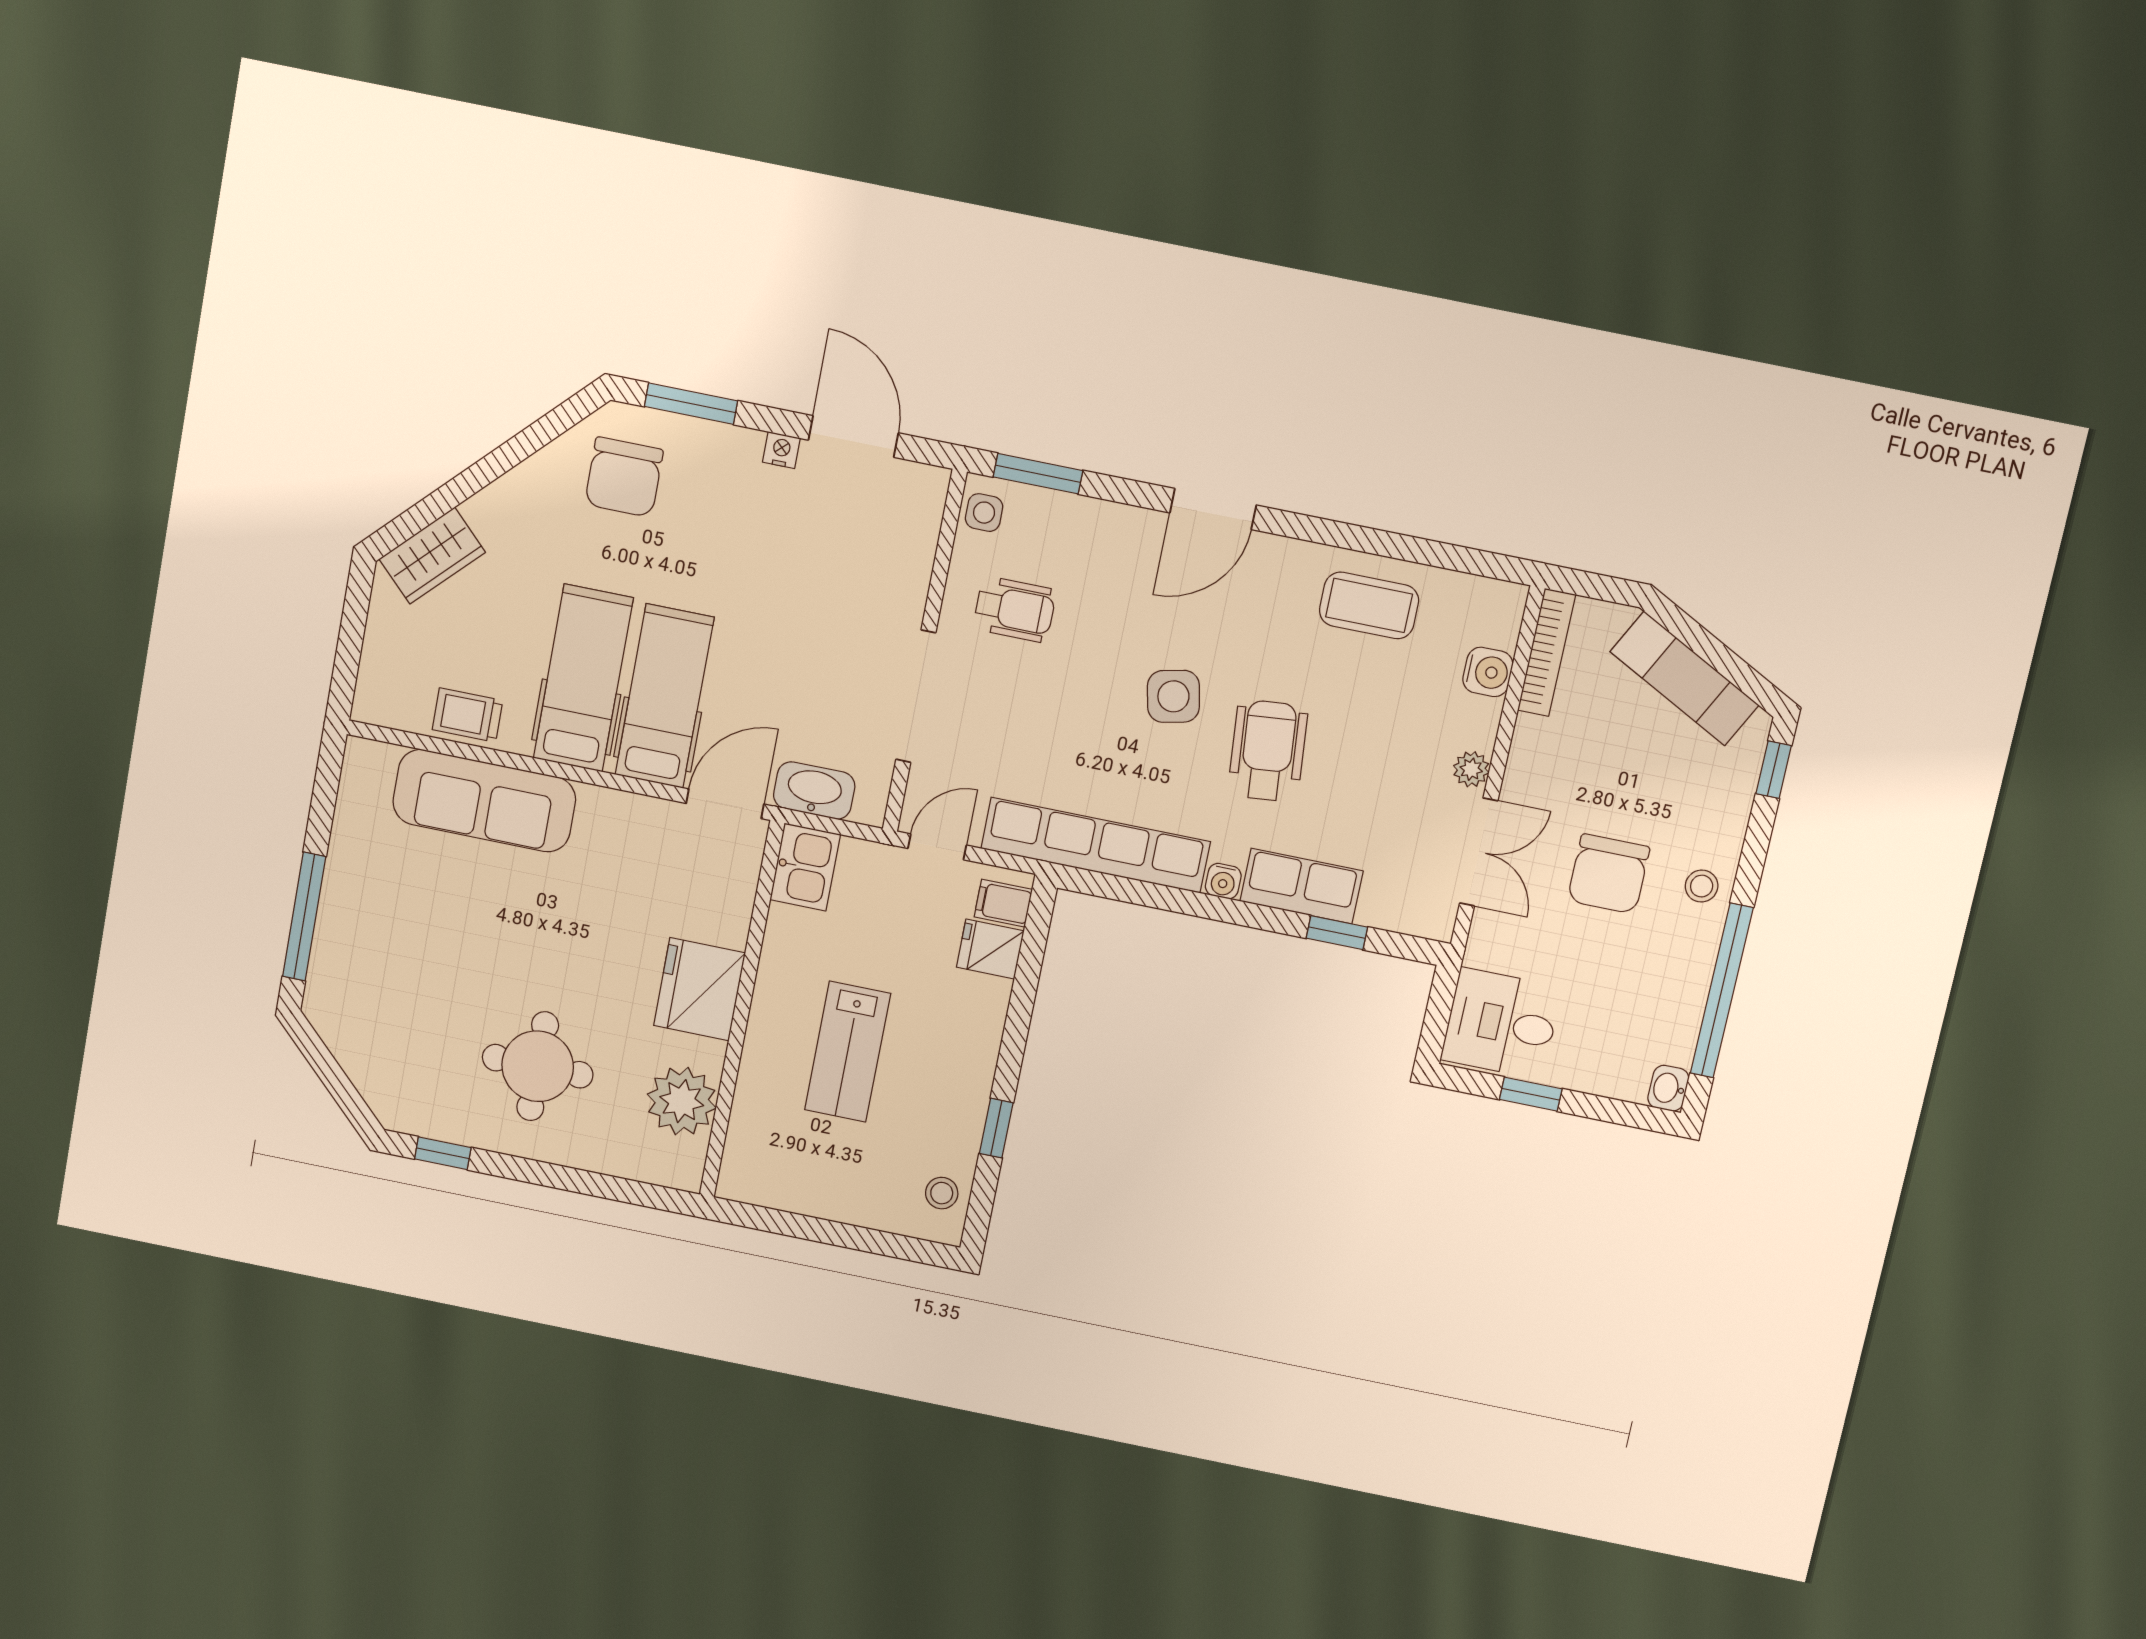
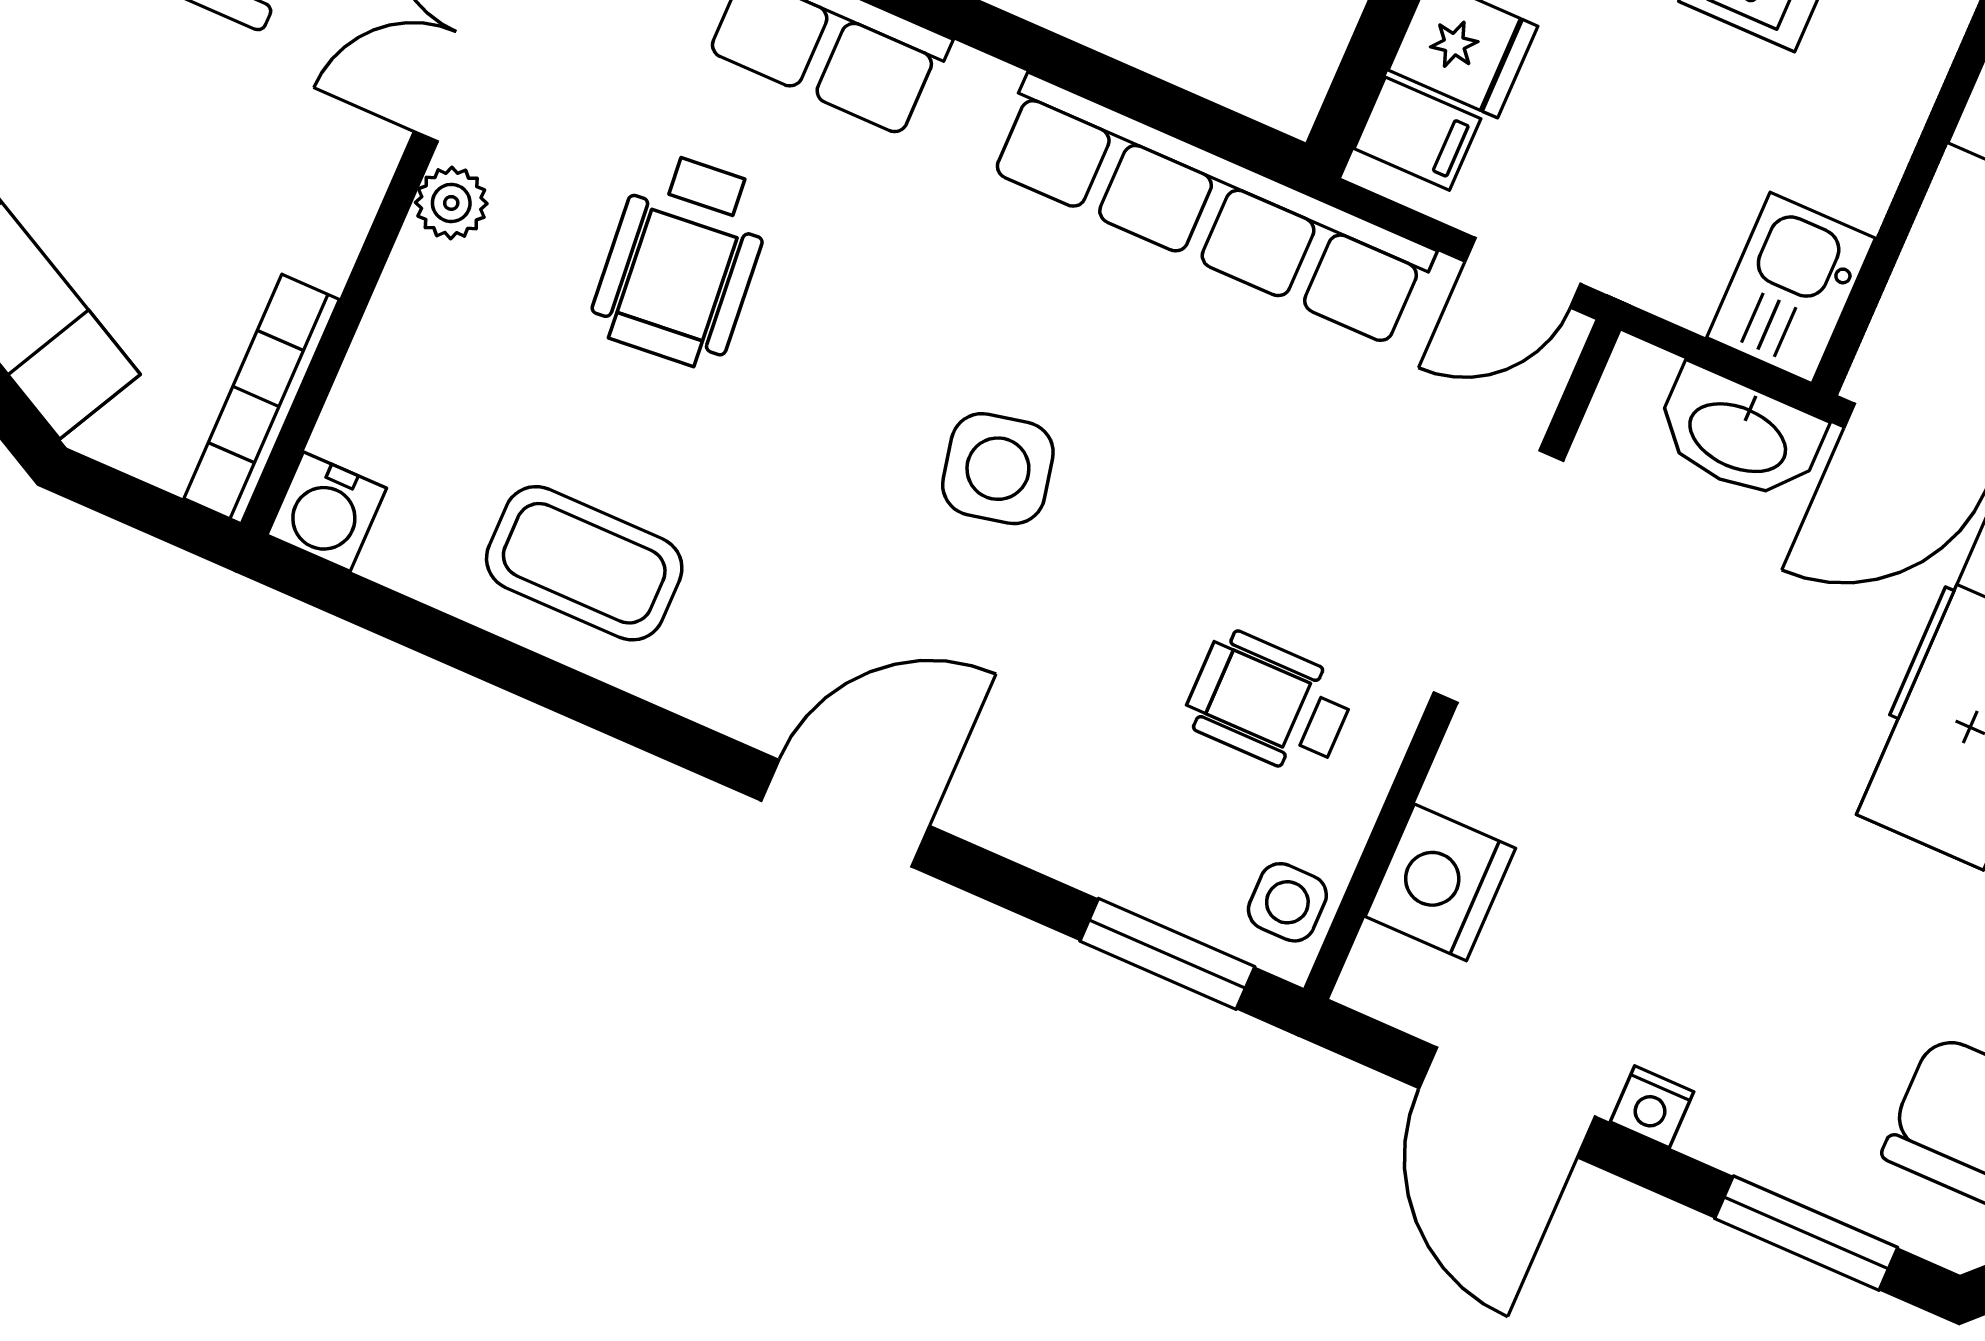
nightstand: (911, 539) -> (1440, 882), added
water cooler: (1488, 672) -> (327, 512), moved, turned -90
wheelchair: (1268, 751) -> (682, 260), moved
water cooler: (1223, 881) -> (977, 86), removed

